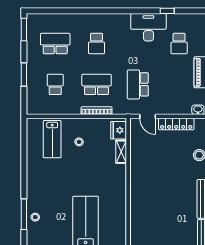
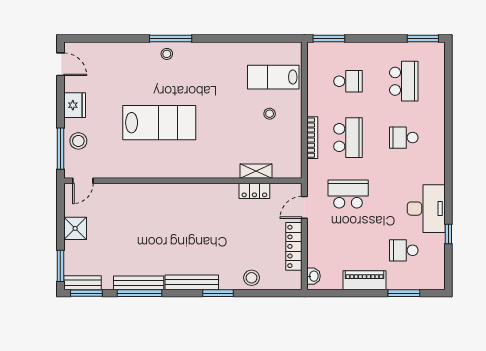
window: (24, 74) -> (329, 38), moved
fridge: (119, 130) -> (285, 168), removed
locker: (136, 153) -> (254, 191), added

